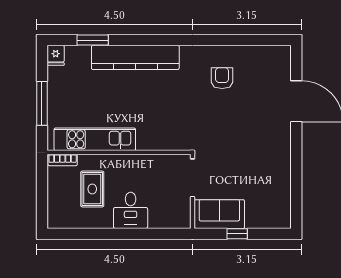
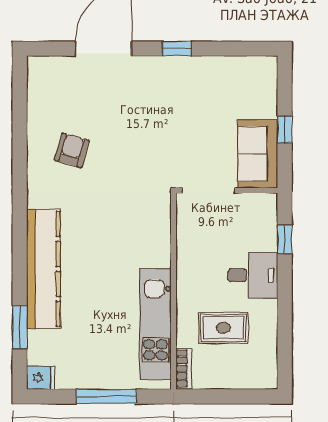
armchair: (222, 78) -> (72, 150), turned 106
window: (296, 155) -> (177, 49), added
window: (157, 234) -> (285, 239), added

